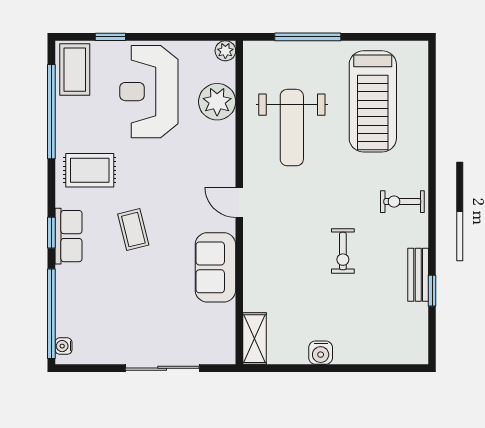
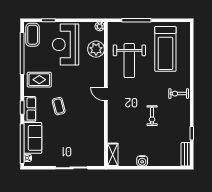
sofa: (215, 267) -> (33, 138), moved, turned 180
bench: (418, 275) -> (186, 154), moved

